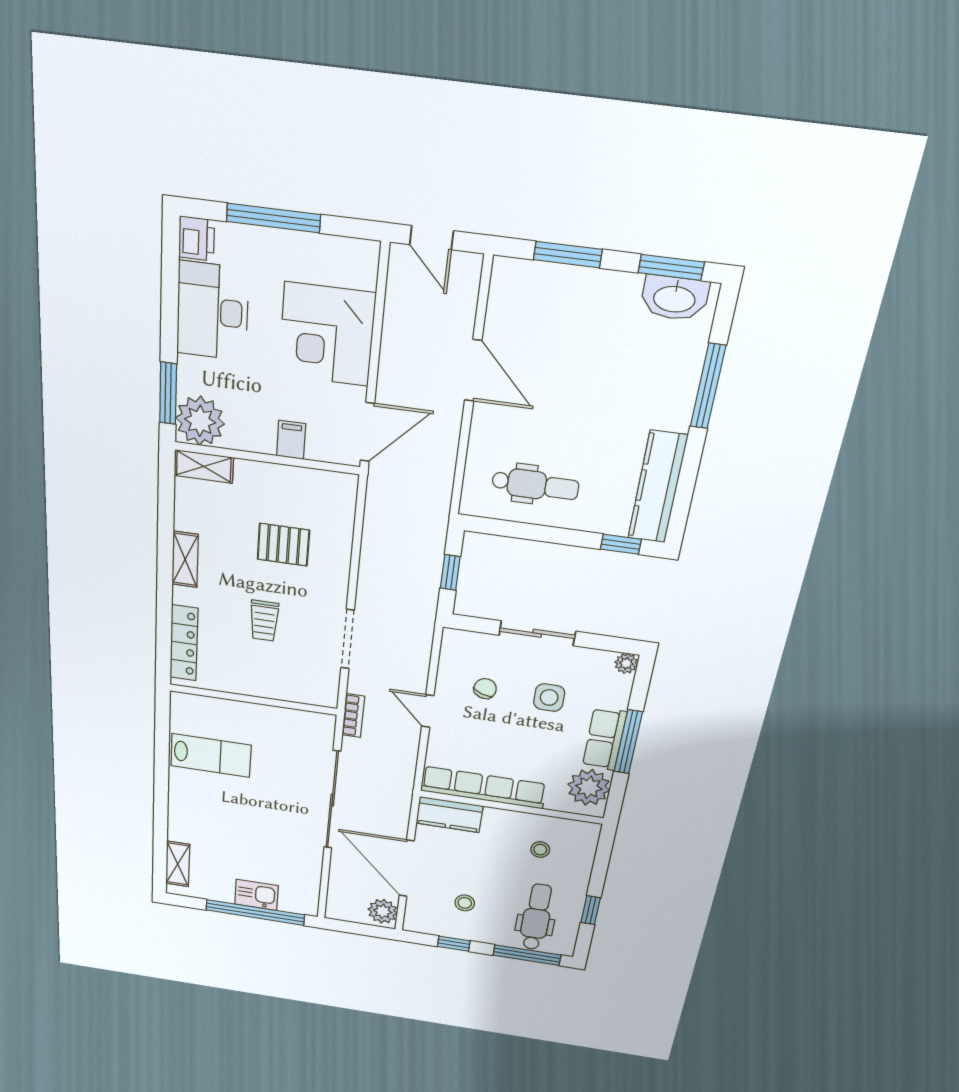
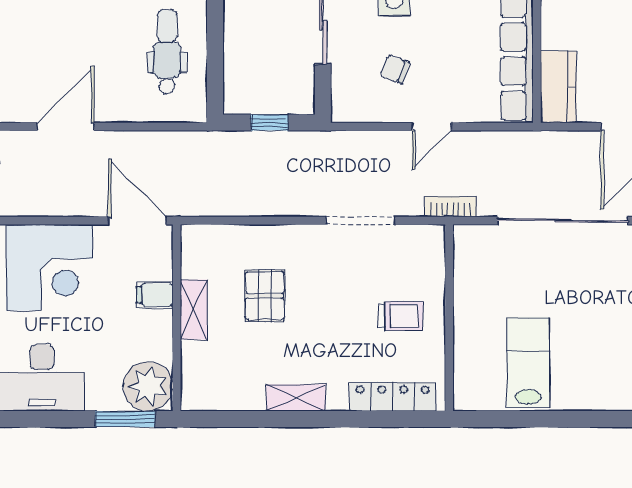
shelving: (204, 466) -> (194, 310), moved
trolley: (264, 621) -> (401, 316), moved

